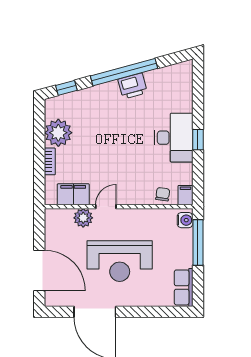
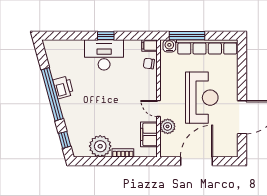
door: (39, 271) -> (197, 161), moved
row of seats: (184, 287) -> (207, 47), width x2.02

